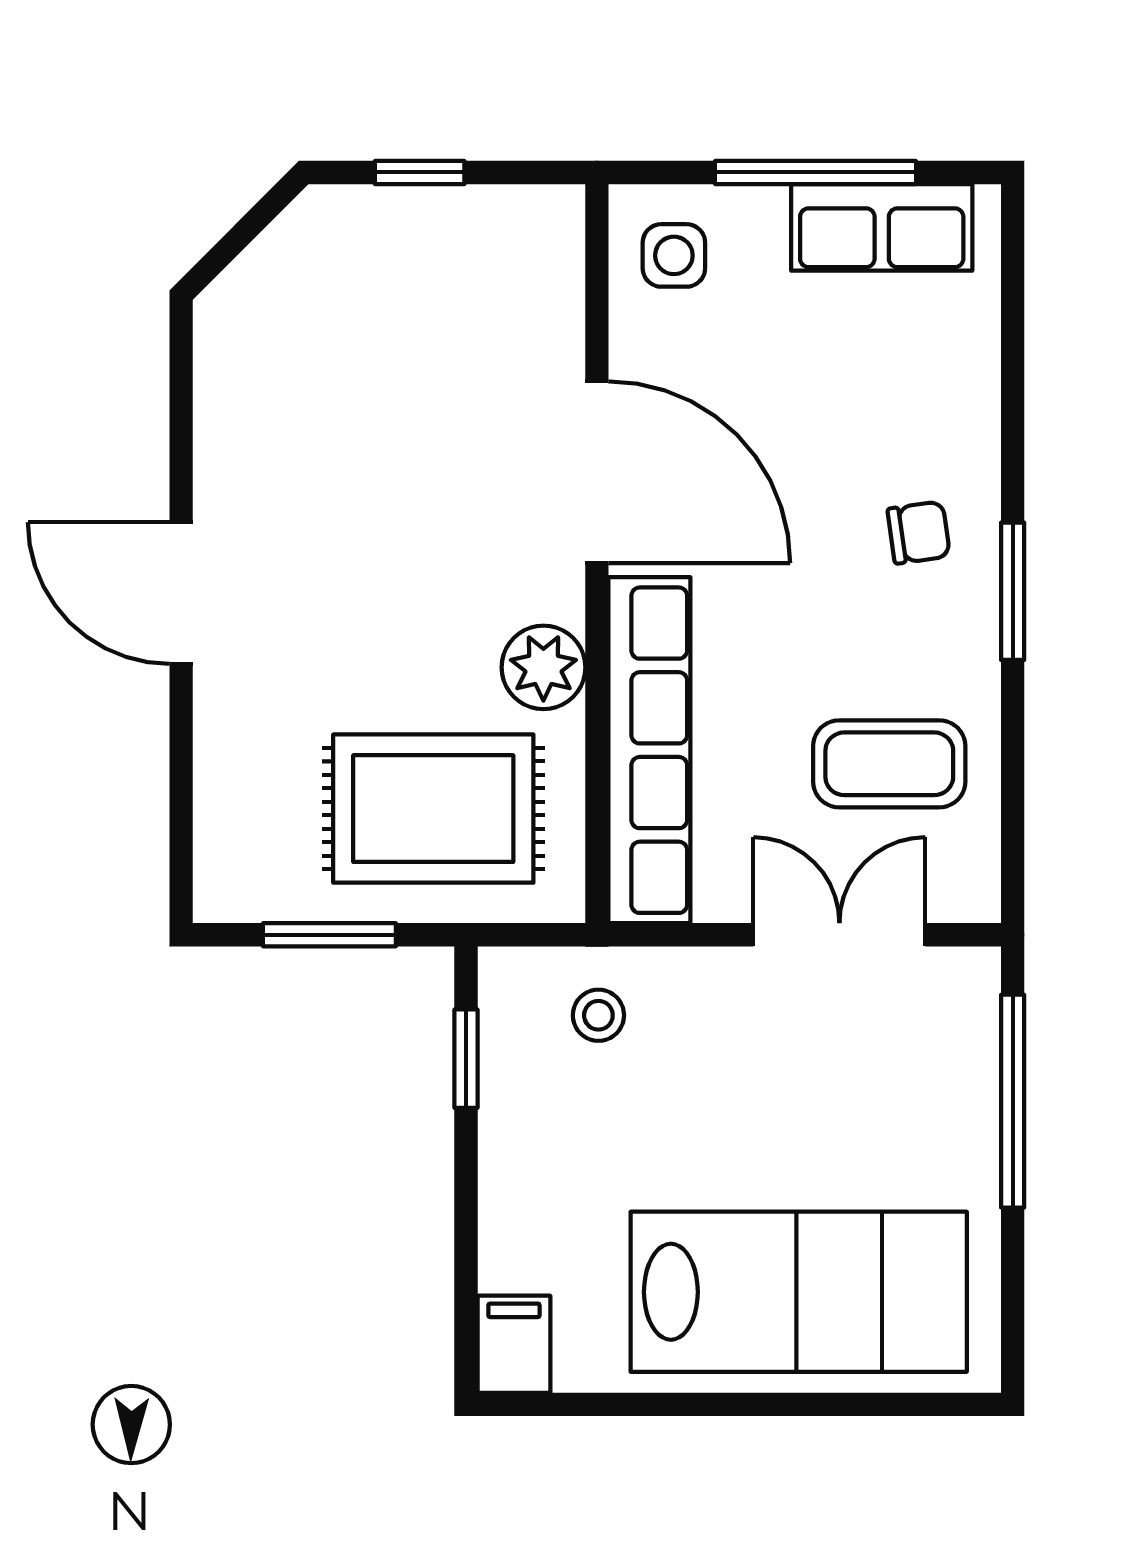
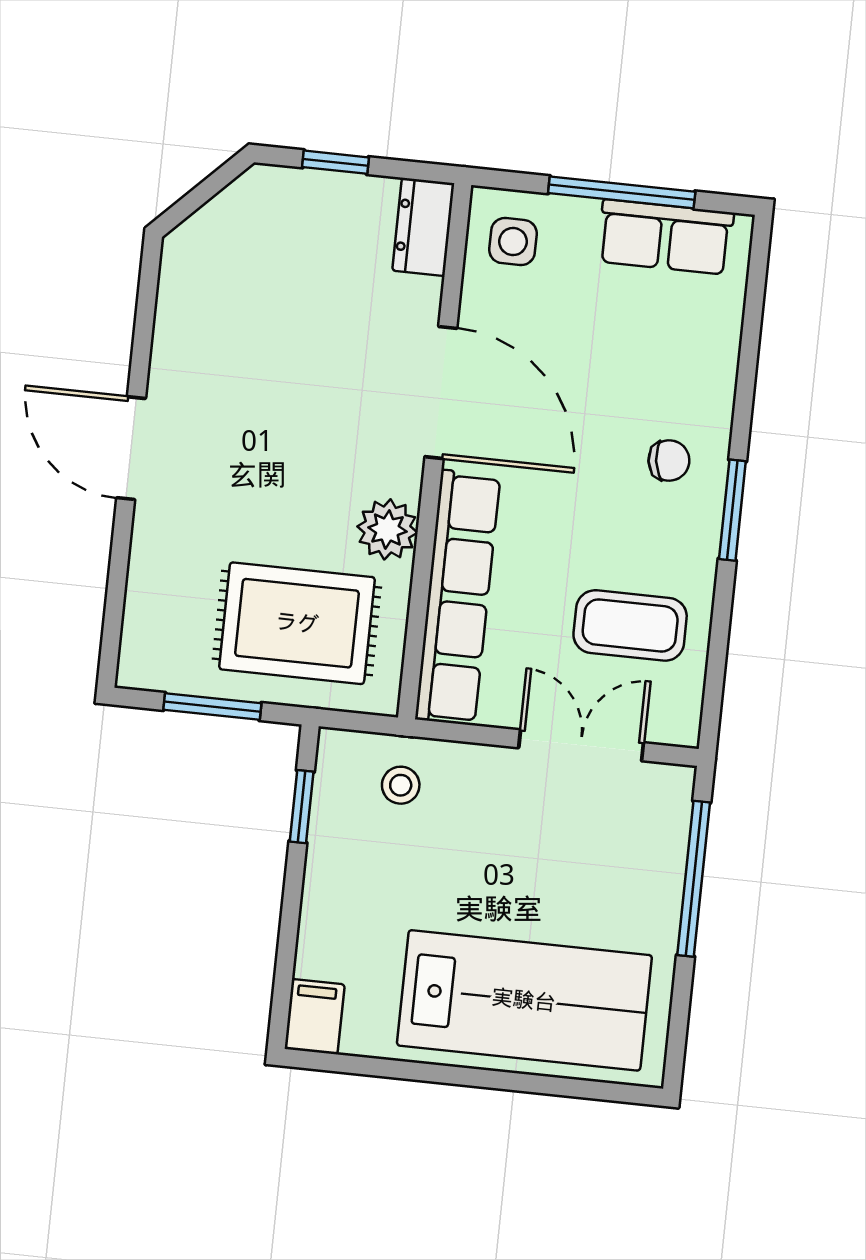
dresser: (549, 248) -> (423, 227), added

